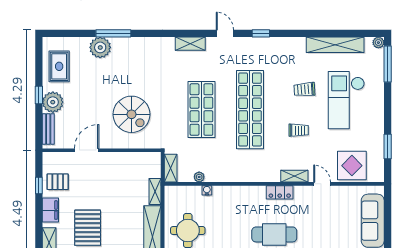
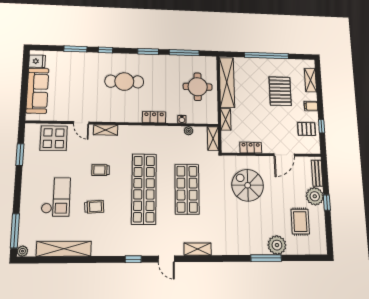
rug: (59, 66) -> (300, 222), moved
checkout: (346, 100) -> (56, 197), width x0.73, depth x0.83
locker: (126, 158) -> (251, 148), added
locker: (280, 192) -> (154, 117), moved
filing cabinet: (50, 210) -> (311, 106), width x0.50

